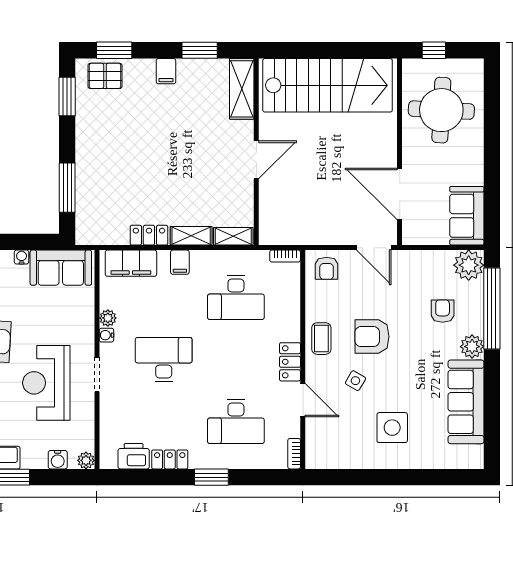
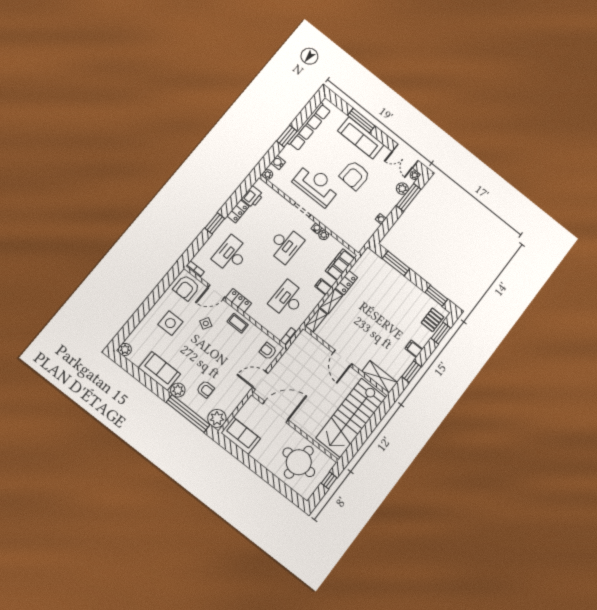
sofa: (61, 268) -> (363, 232), removed
armchair: (372, 337) -> (186, 288), moved, turned 180
sofa: (466, 402) -> (159, 371), width x0.73
plant: (473, 459) -> (125, 349), added

